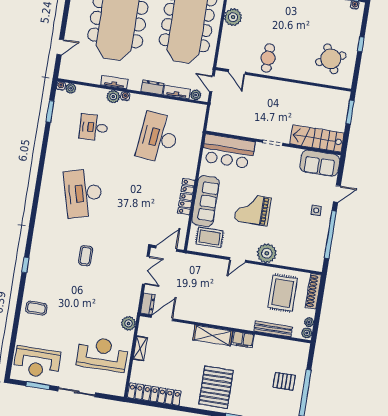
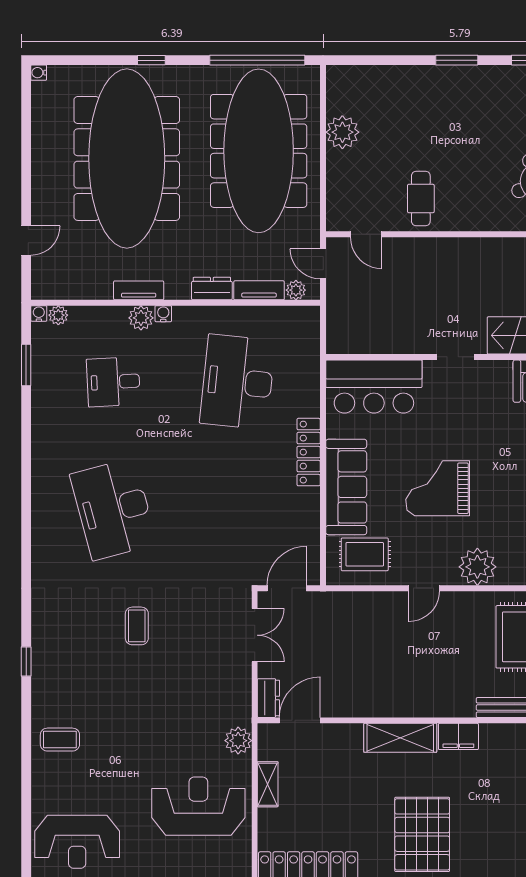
locker: (186, 197) -> (309, 452), moved

